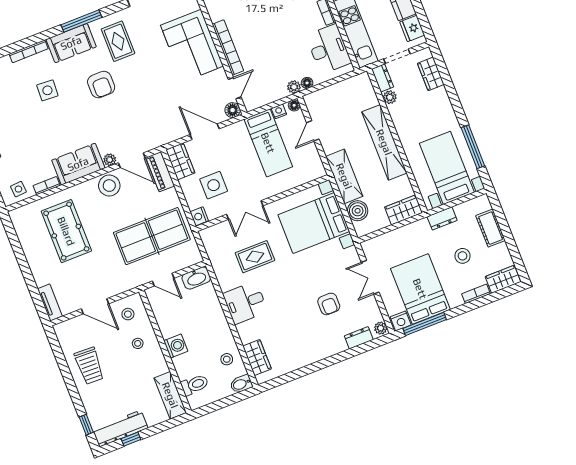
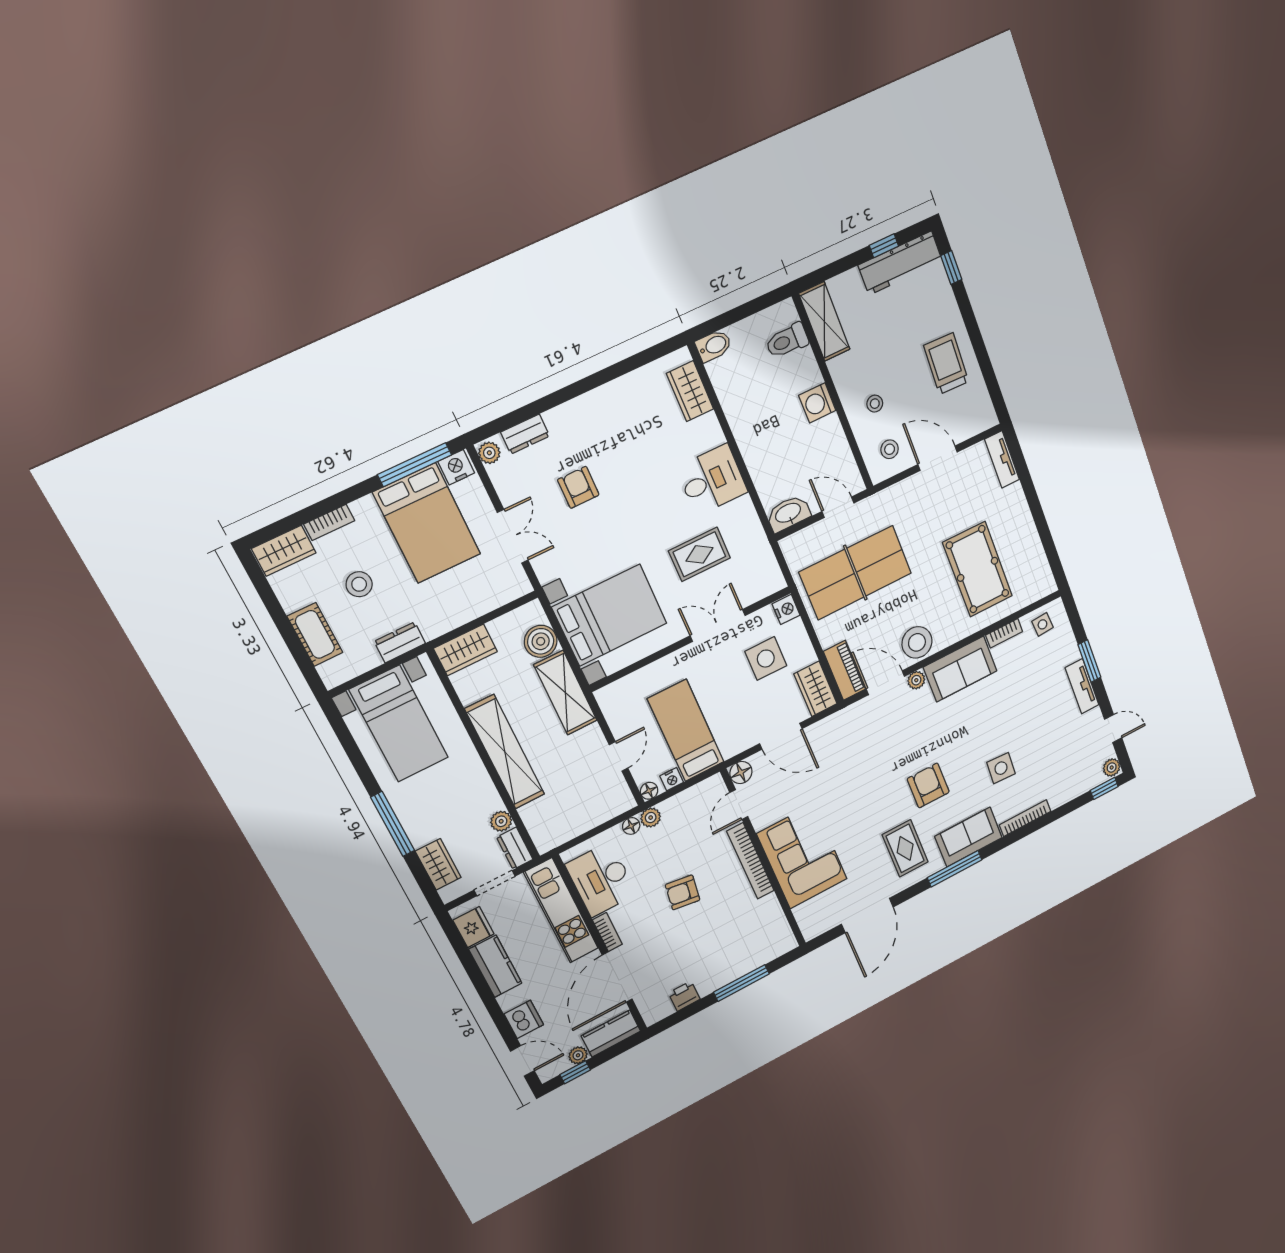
armchair: (275, 32) -> (683, 892), added
window: (473, 147) -> (393, 824), moved
stool: (227, 359) -> (738, 386), removed

